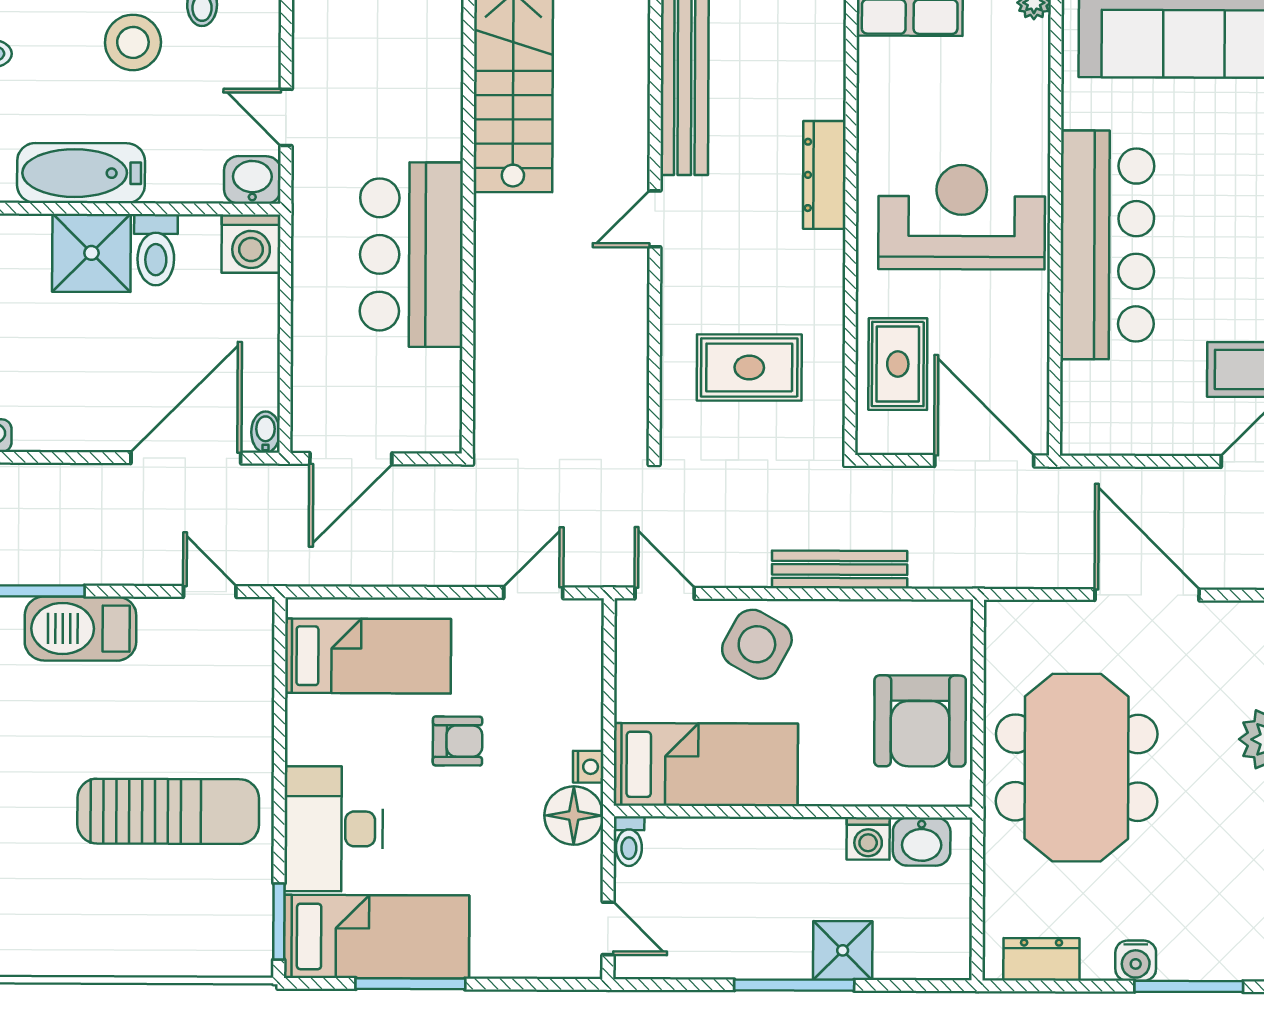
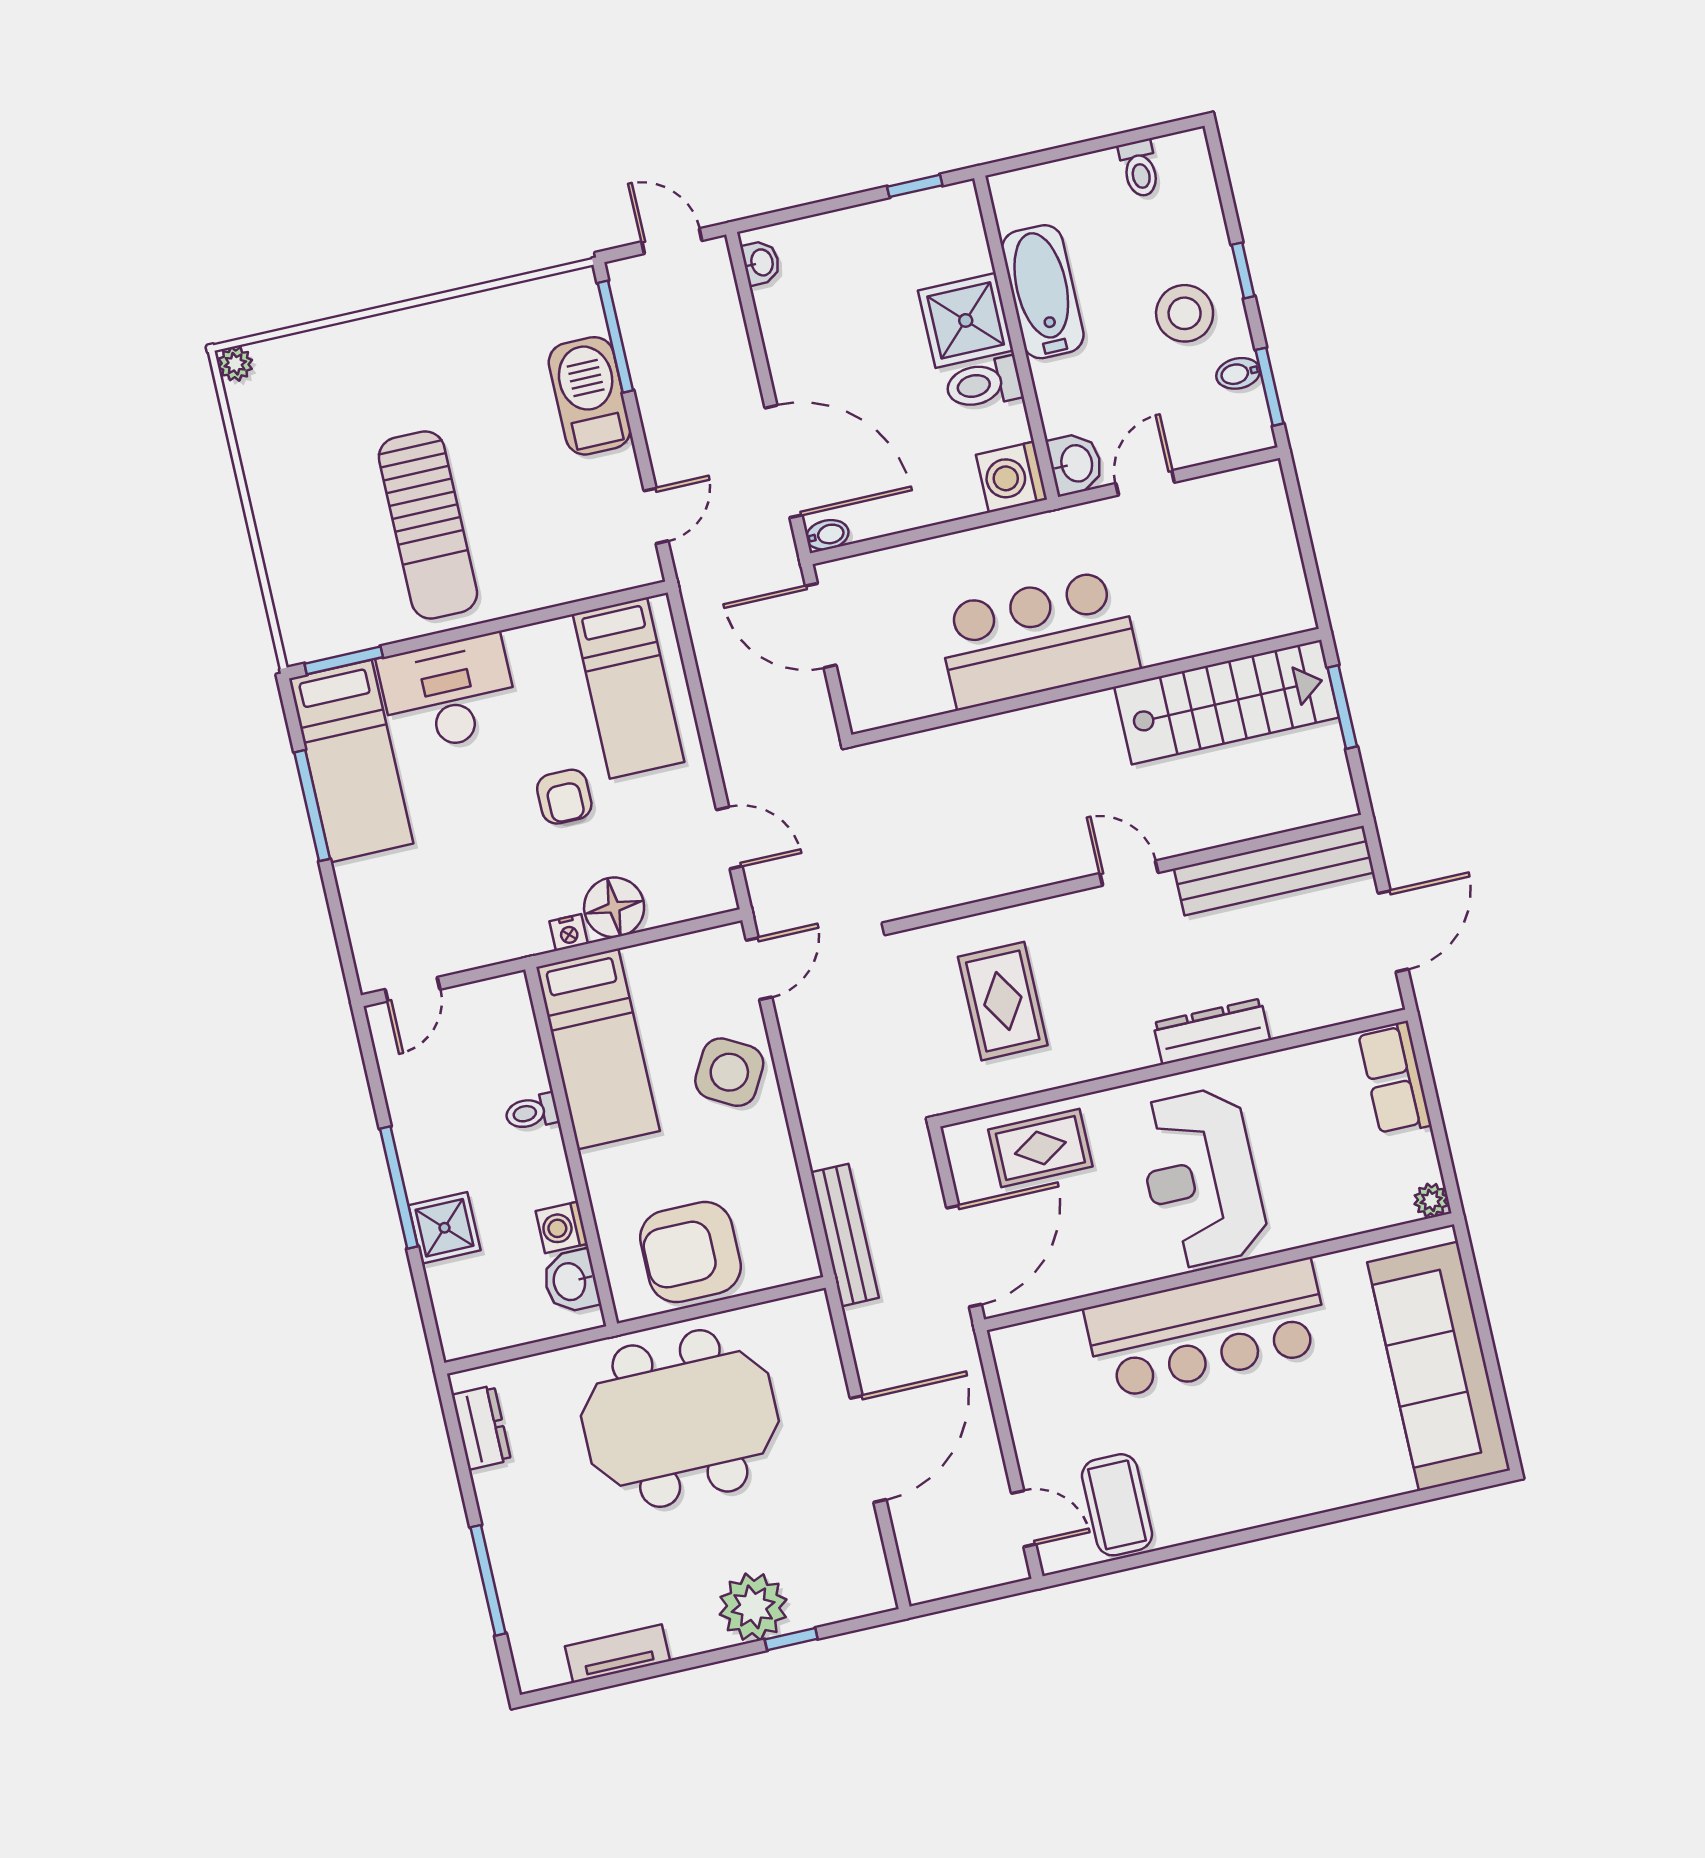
reception desk: (962, 217) -> (1201, 1178), turned 180
bench: (840, 569) -> (845, 1235), moved
floor lamp: (574, 816) -> (614, 907), moved
toilet: (629, 841) -> (532, 1112), moved
water cooler: (1136, 961) -> (502, 1522), removed

